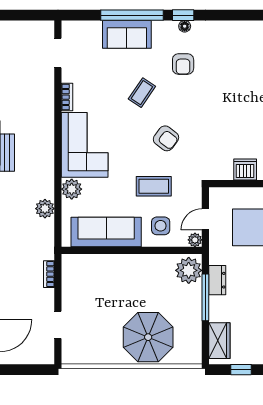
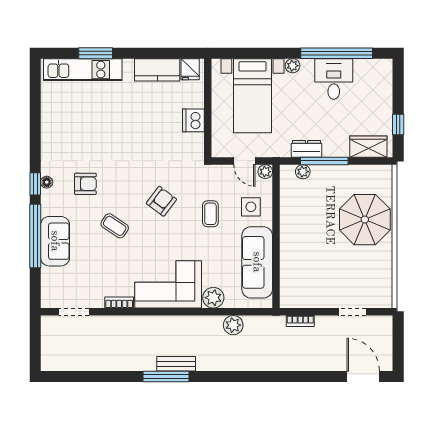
coffee table: (154, 186) -> (210, 214), width x0.73, depth x0.77
plant: (189, 270) -> (303, 172), width x0.53, depth x0.53

